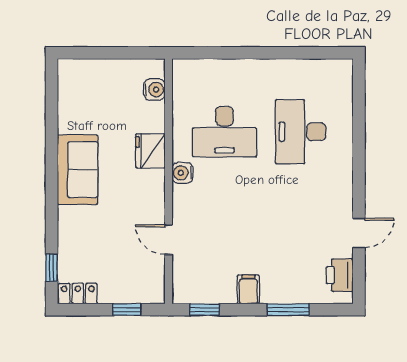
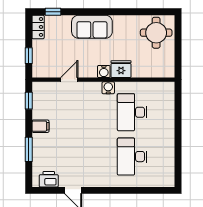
round table: (88, 90) -> (156, 33), added
water cooler: (154, 90) -> (104, 72), moved
desk: (301, 132) -> (132, 157), turned -90
sofa: (77, 170) -> (92, 27), moved

